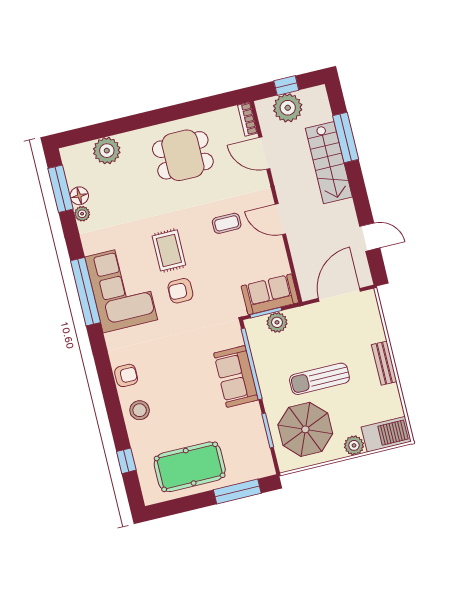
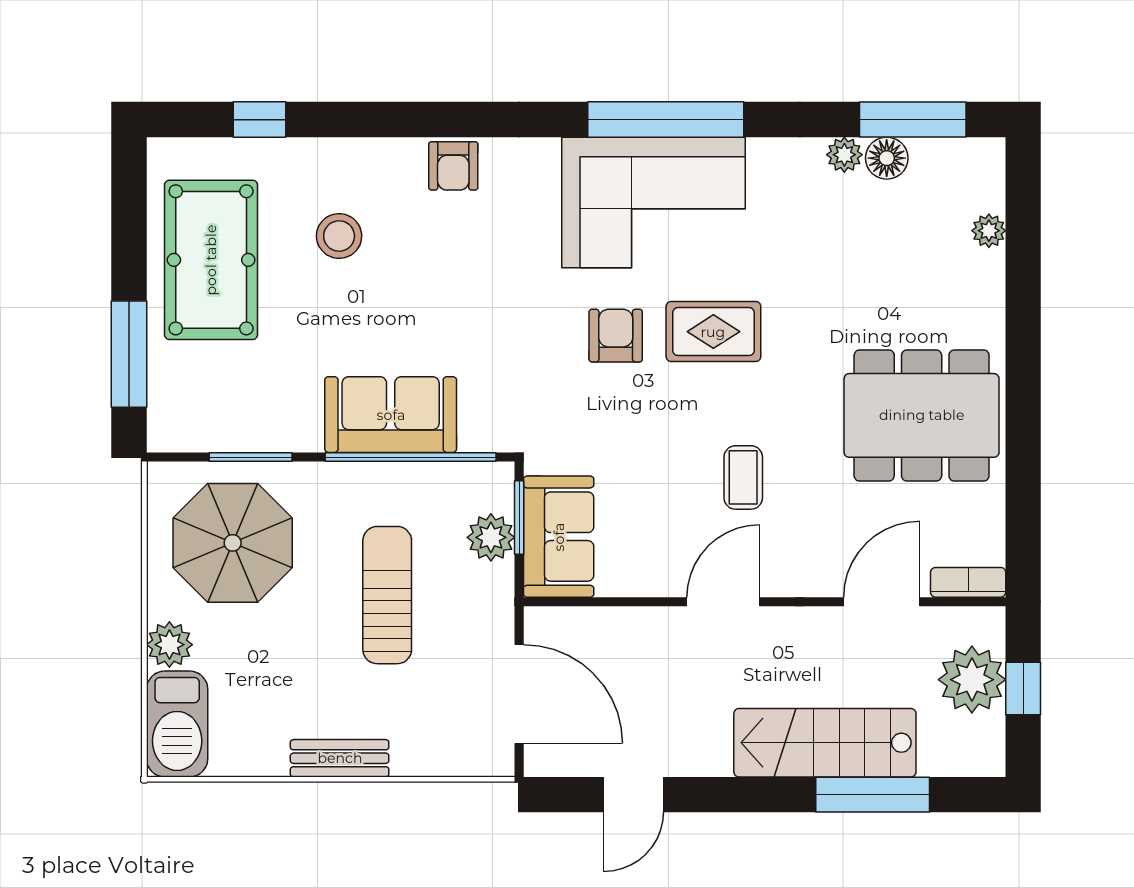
plant: (107, 151) -> (989, 231), width x0.53, depth x0.53
dining table: (183, 155) -> (922, 415), width x1.38
sun lounger: (319, 379) -> (387, 595), moved
stool: (140, 410) -> (339, 236), moved

